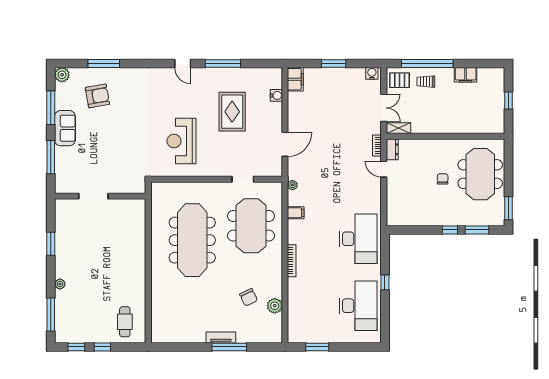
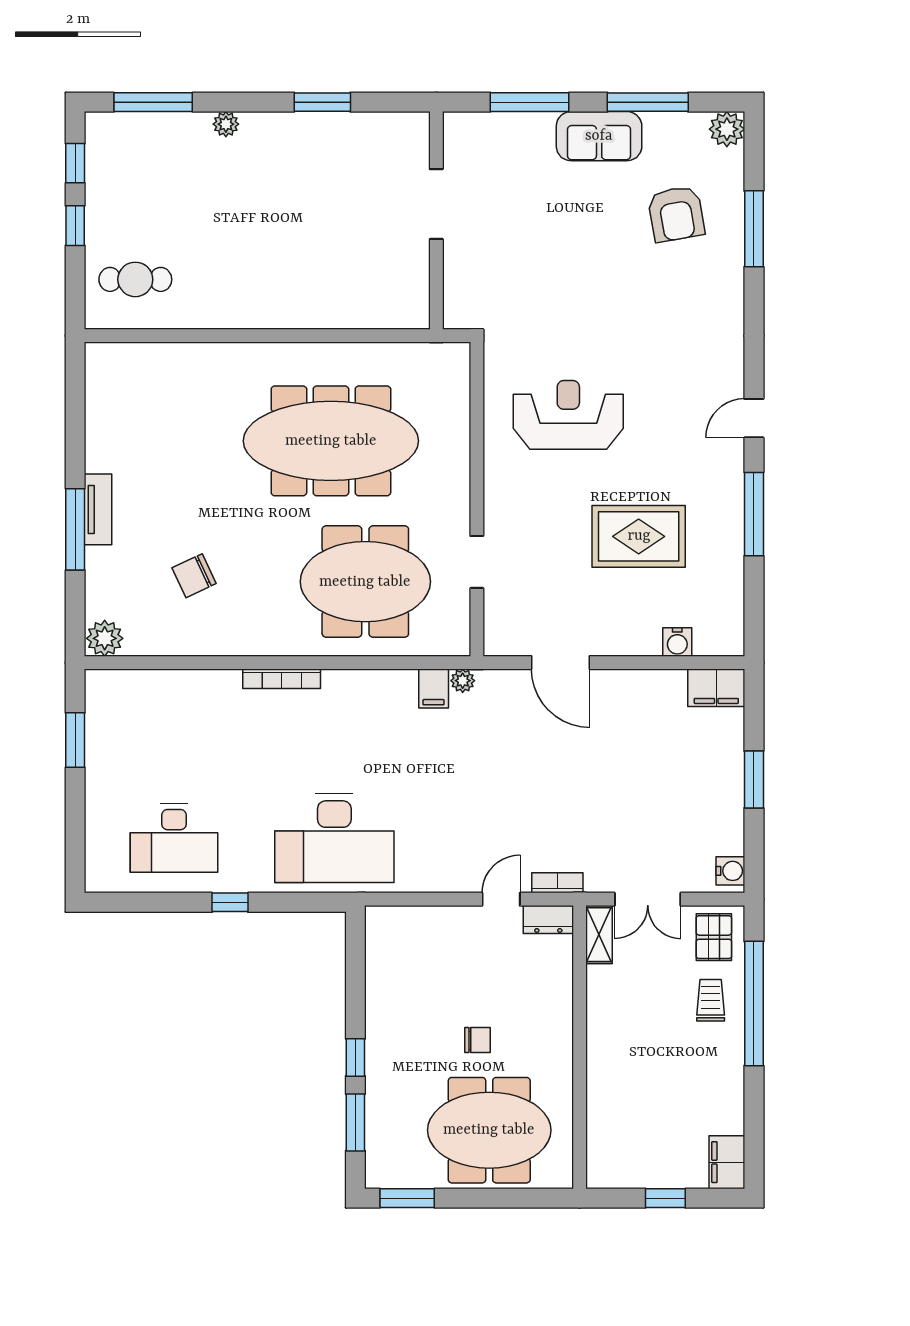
filing cabinet: (466, 75) -> (727, 1162), moved
filing cabinet: (296, 213) -> (434, 688), moved
plant: (275, 306) -> (105, 638), moved
desk: (358, 306) -> (174, 838), width x0.73, depth x0.77

